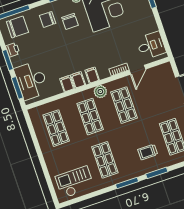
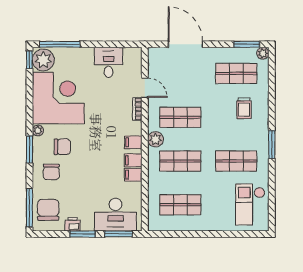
desk: (151, 46) -> (109, 62), moved
window: (157, 173) -> (272, 106), removed

